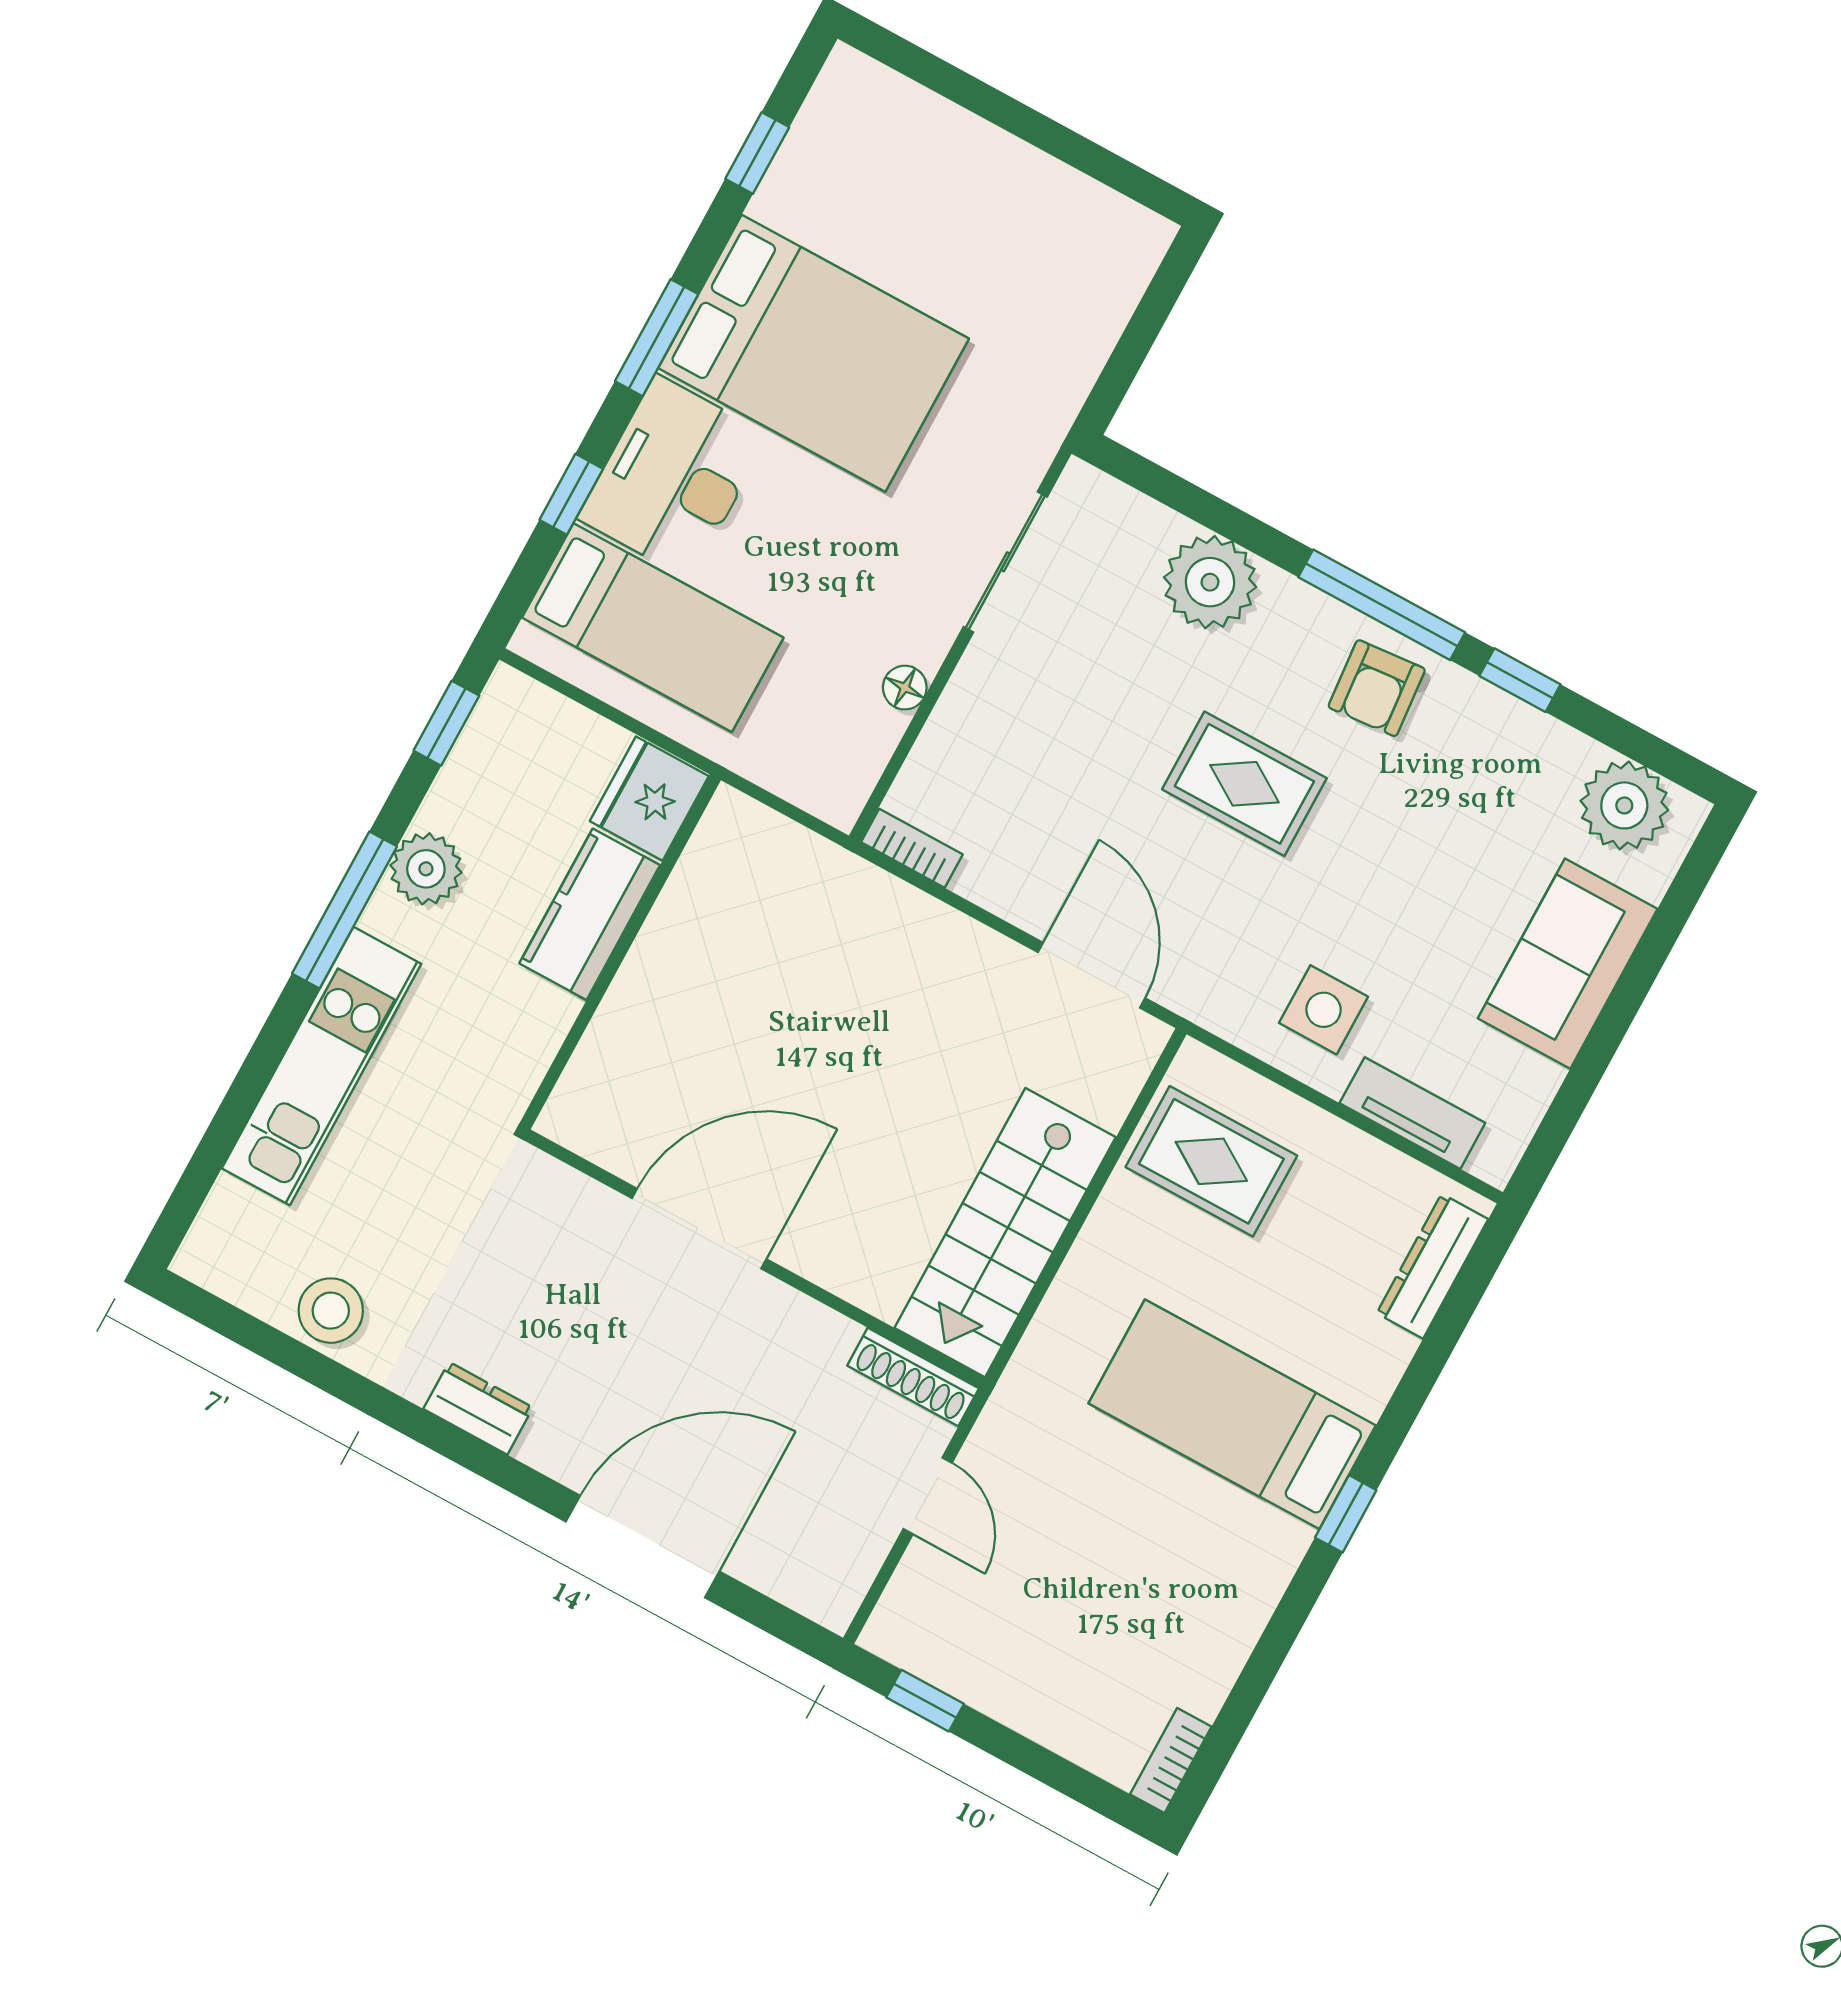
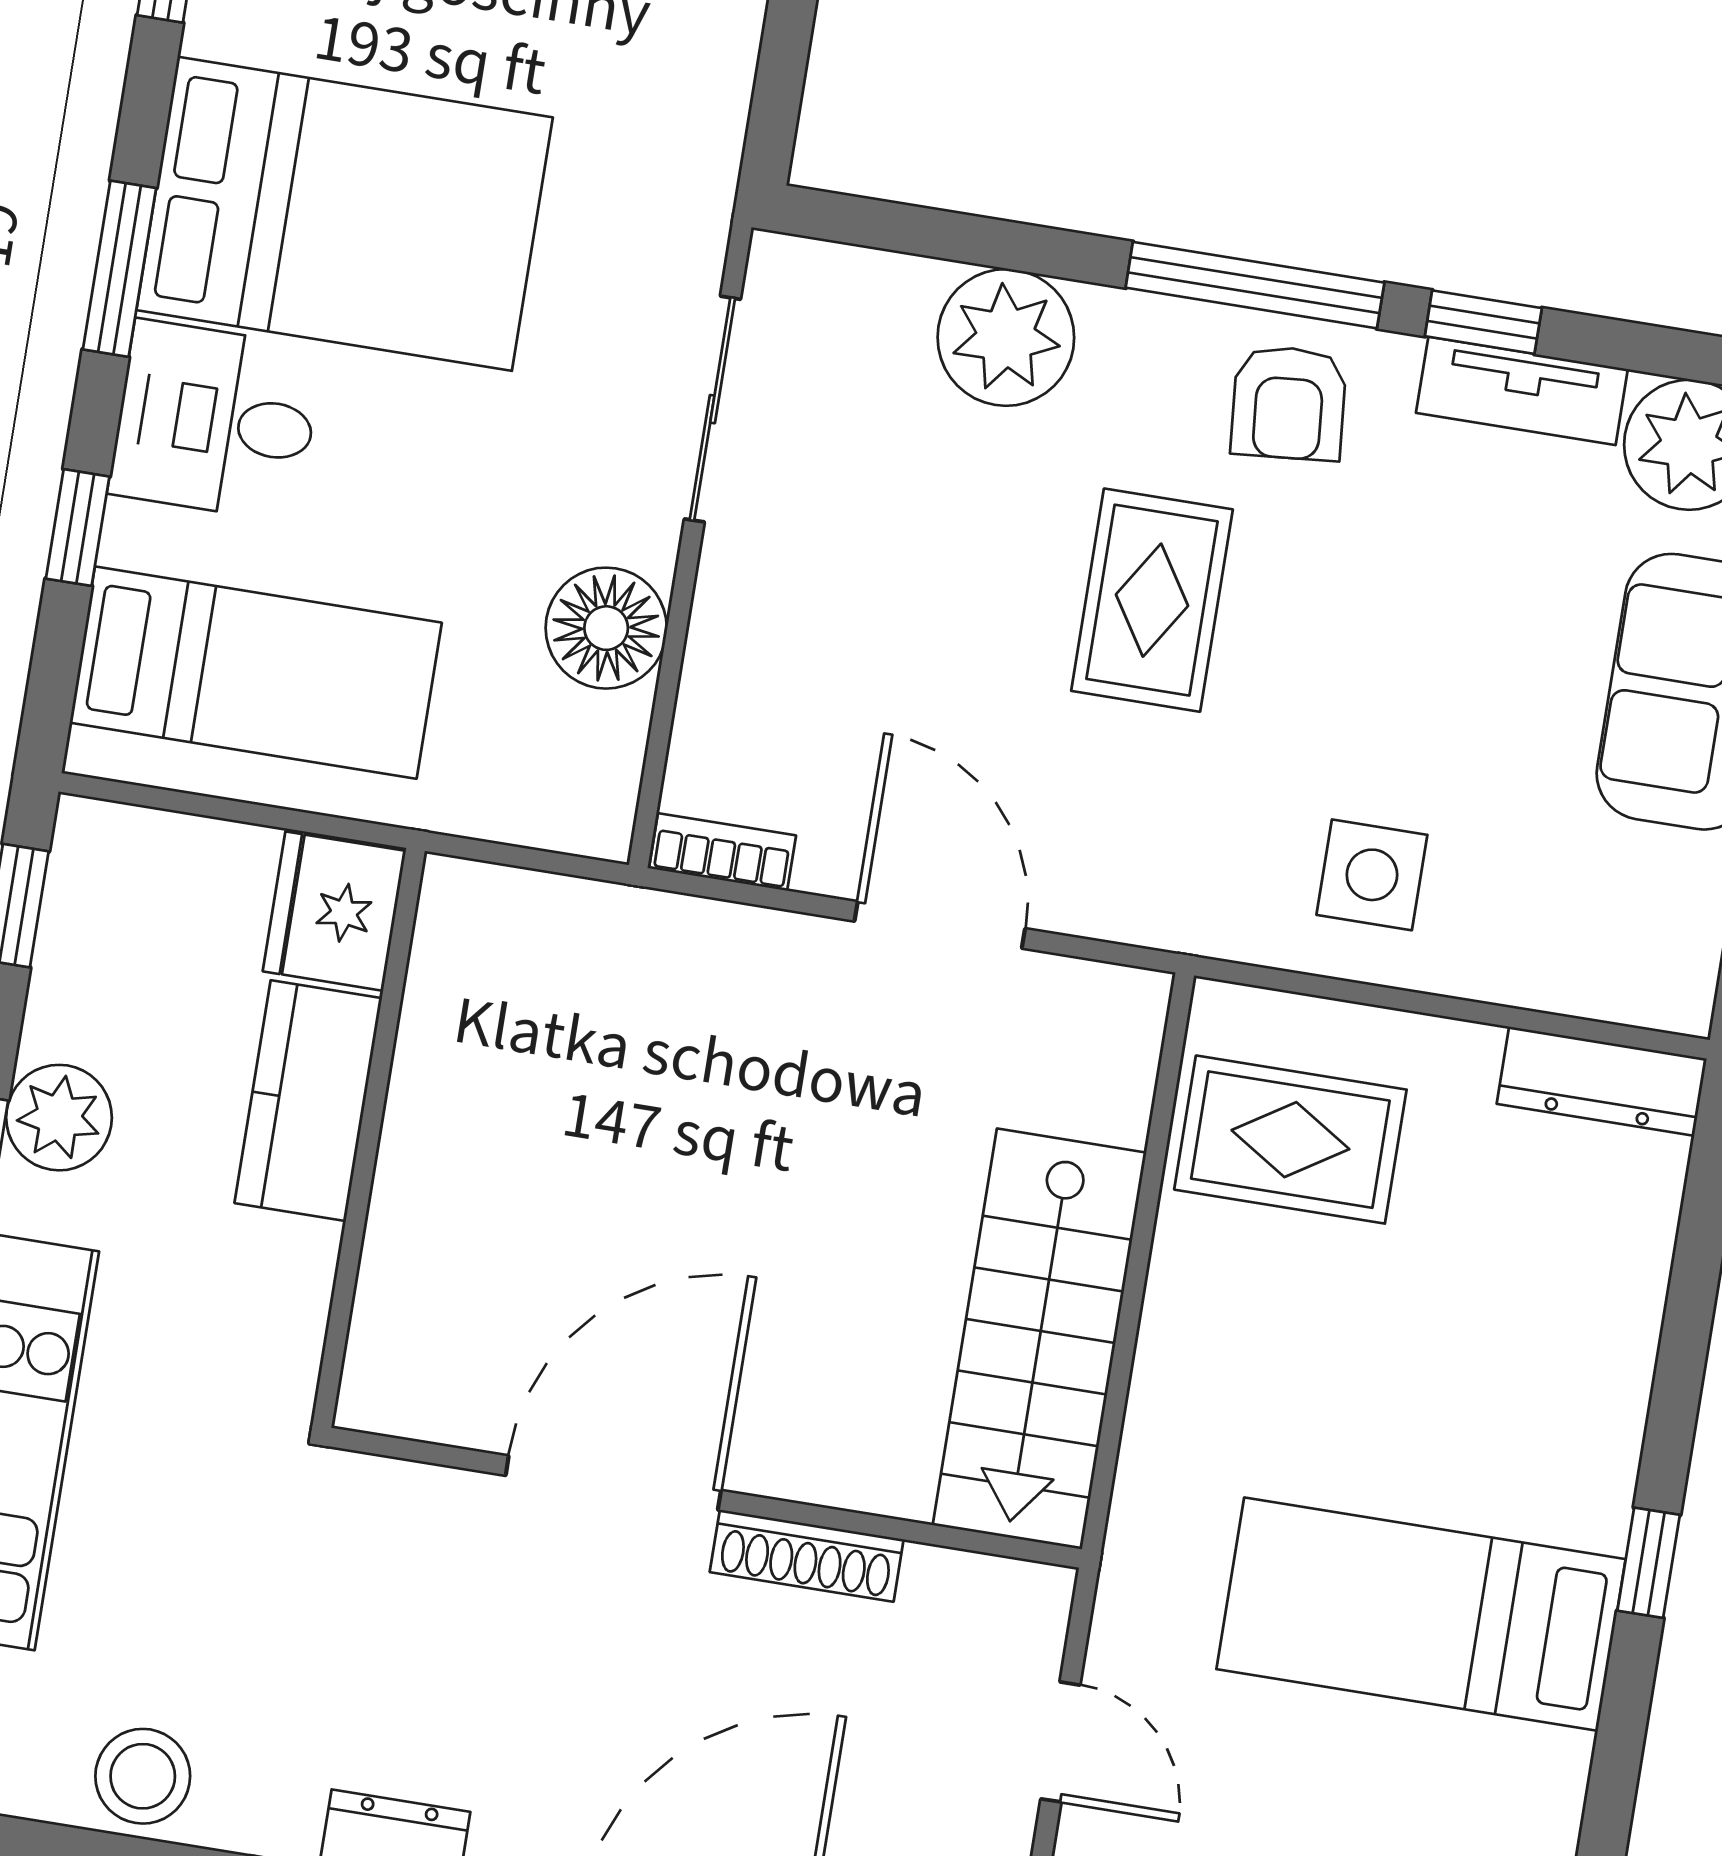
desk: (673, 477) -> (216, 421), width x0.73
floor lamp: (905, 688) -> (606, 628), width x1.89, depth x1.89
rug: (1244, 784) -> (1152, 600), turned 90
door: (1092, 975) -> (940, 925), moved
tv unit: (1412, 1113) -> (1522, 391), moved, turned 180
dresser: (1432, 1266) -> (1602, 1081), moved, turned -90
shoe rack: (913, 1377) -> (807, 1556), moved
bed: (1232, 1414) -> (1421, 1614), moved

